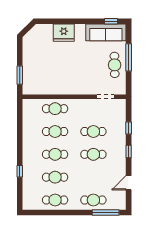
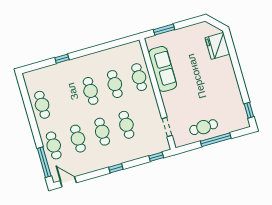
sofa: (106, 32) -> (163, 69), moved, turned 180
fridge: (64, 33) -> (217, 46), moved
window: (129, 128) -> (156, 157), moved
cafe table: (55, 177) -> (78, 139), moved
door: (129, 183) -> (68, 182), moved

